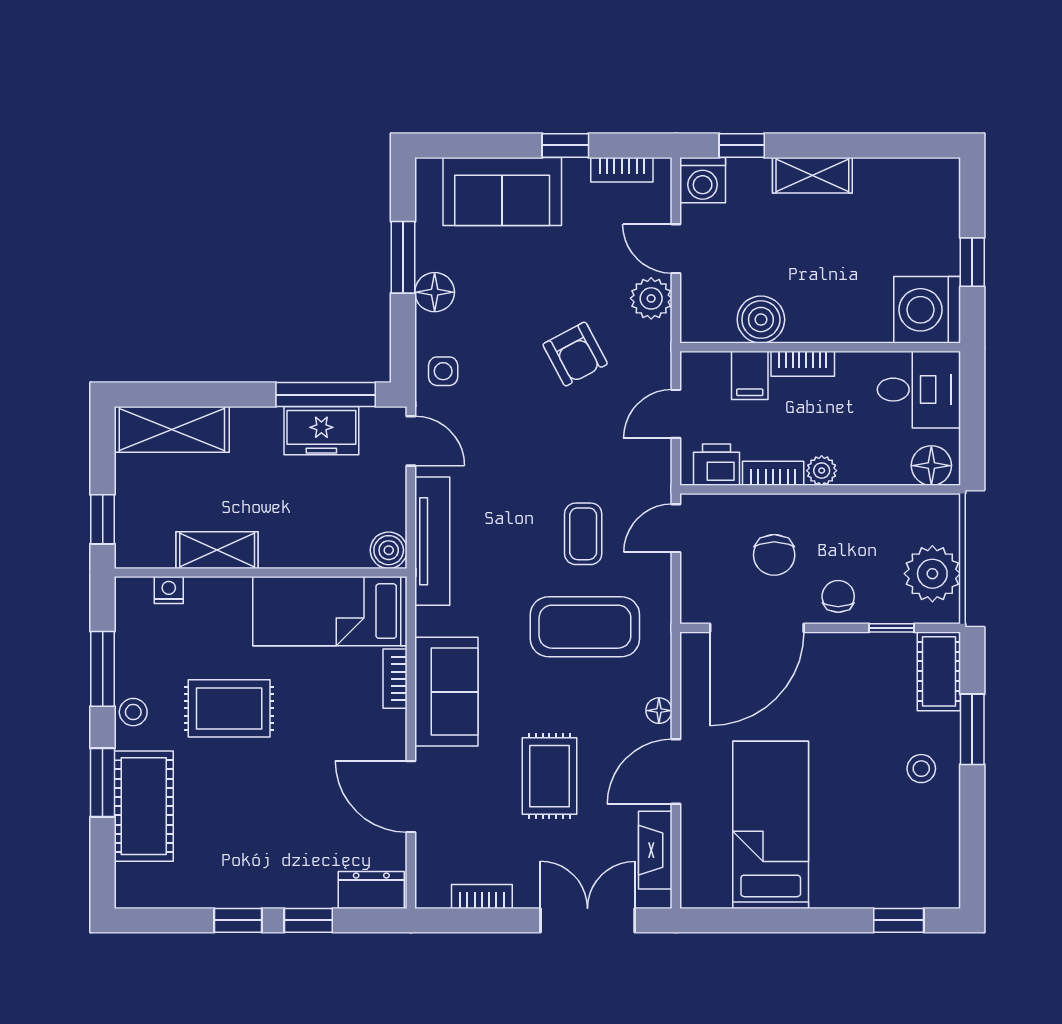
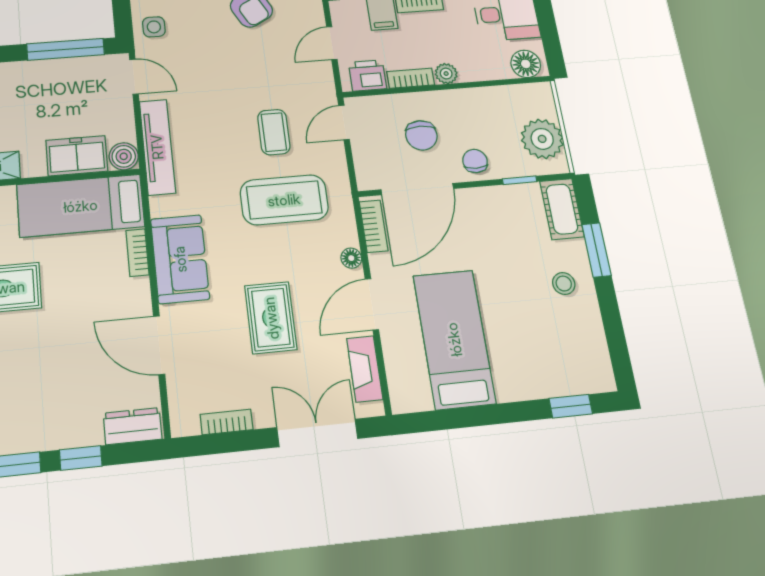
freezer: (321, 431) -> (77, 156), moved, turned 180
bookcase: (693, 672) -> (374, 226), added

